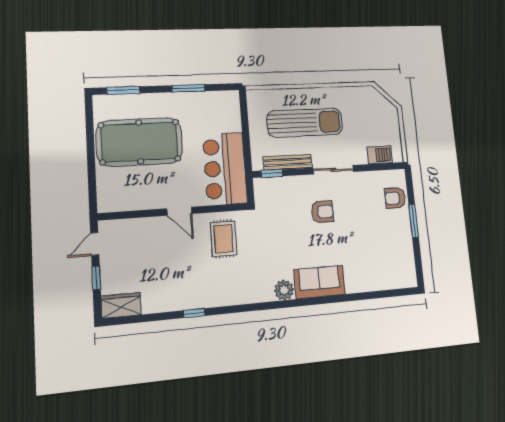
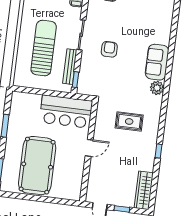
rug: (224, 239) -> (129, 121), moved
wardrobe: (121, 305) -> (144, 190), width x1.50

